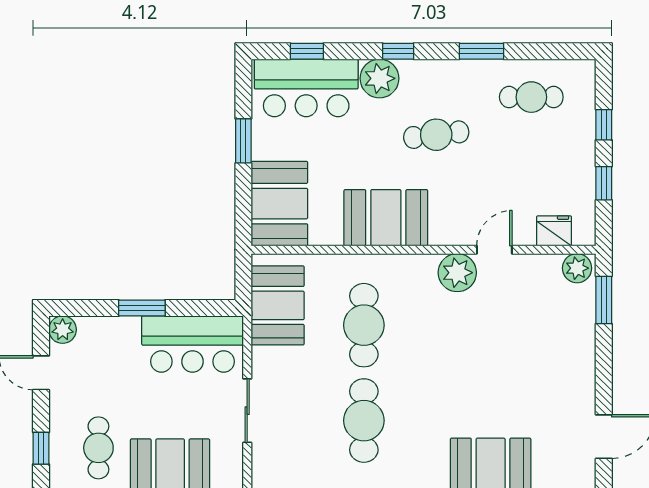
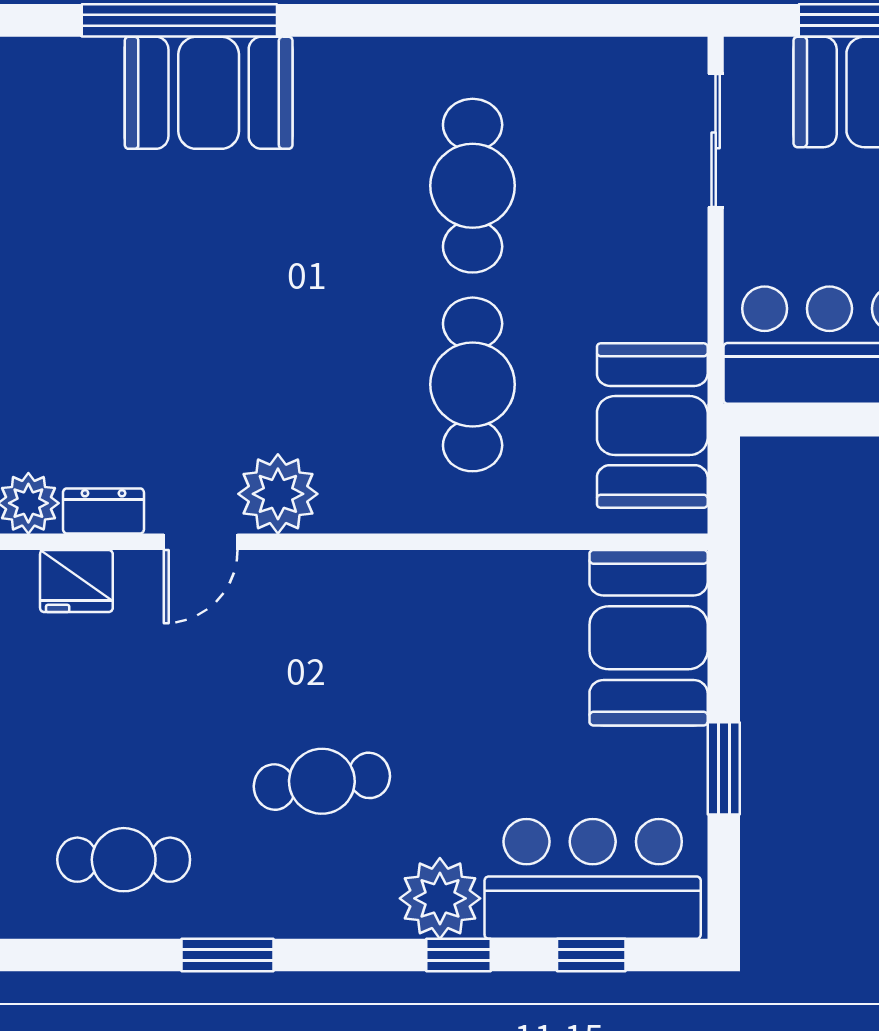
window: (398, 51) -> (458, 955), moved
booth: (386, 218) -> (427, 608), removed
dresser: (541, 264) -> (103, 511), added
sliding door: (247, 411) -> (716, 140), moved

